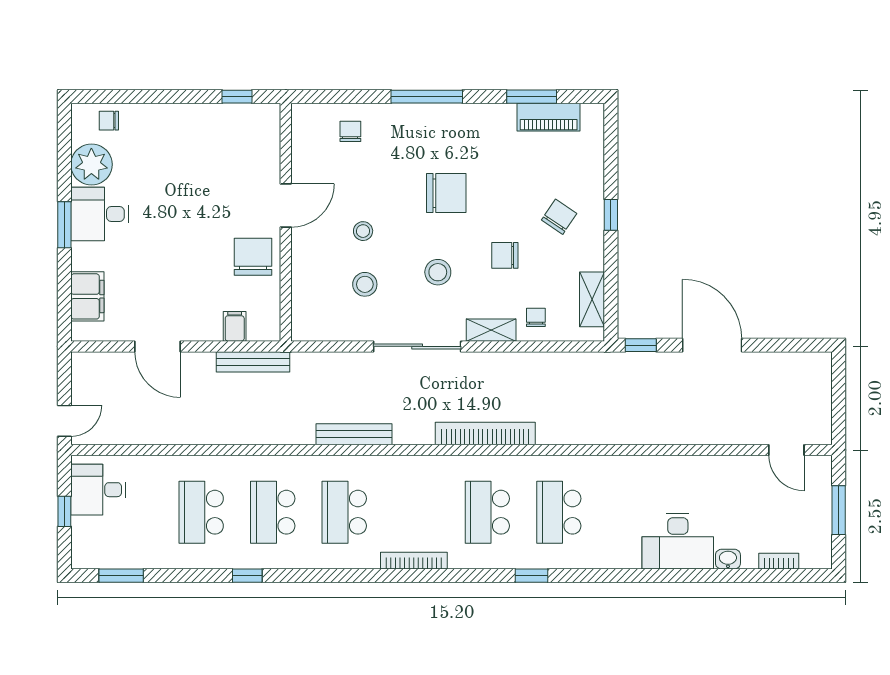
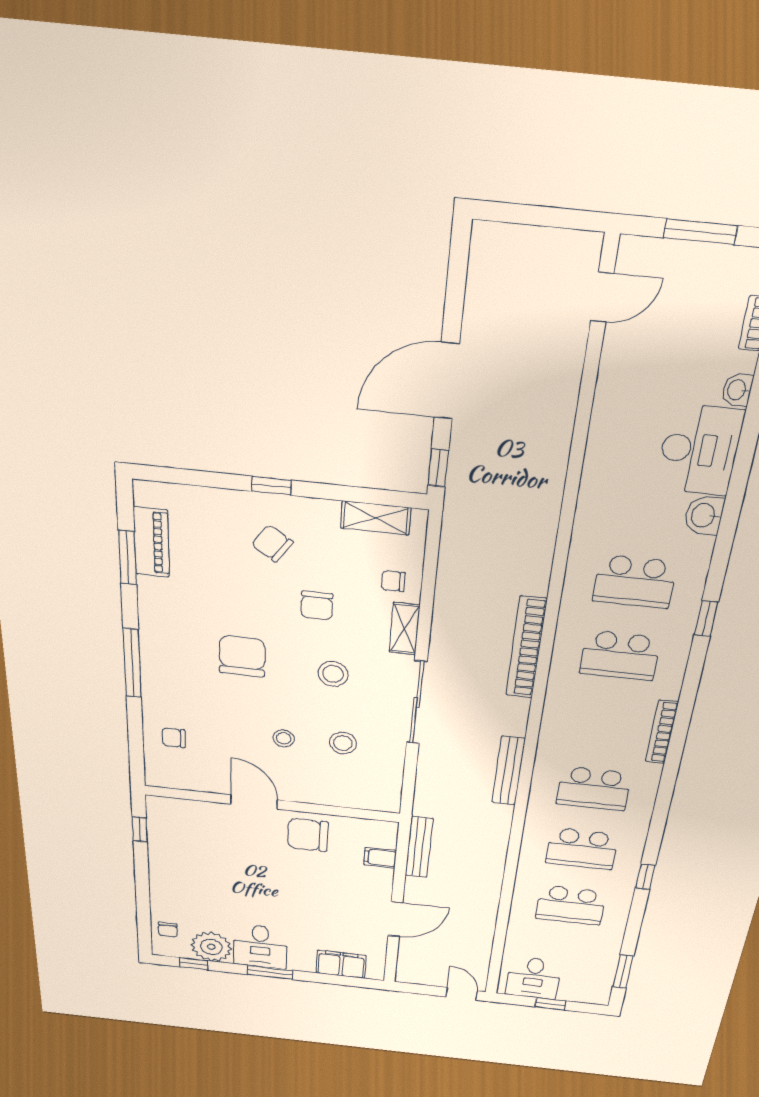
window: (64, 146) -> (194, 964), added
washbasin: (624, 555) -> (704, 515), added

